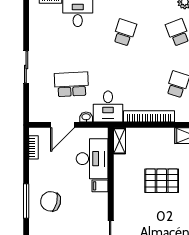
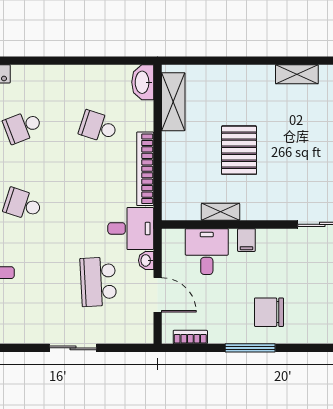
shelving: (119, 141) -> (221, 212), moved
desk: (92, 159) -> (207, 252), width x0.73
window: (26, 201) -> (250, 348), moved
chair: (51, 201) -> (269, 312), turned 76

